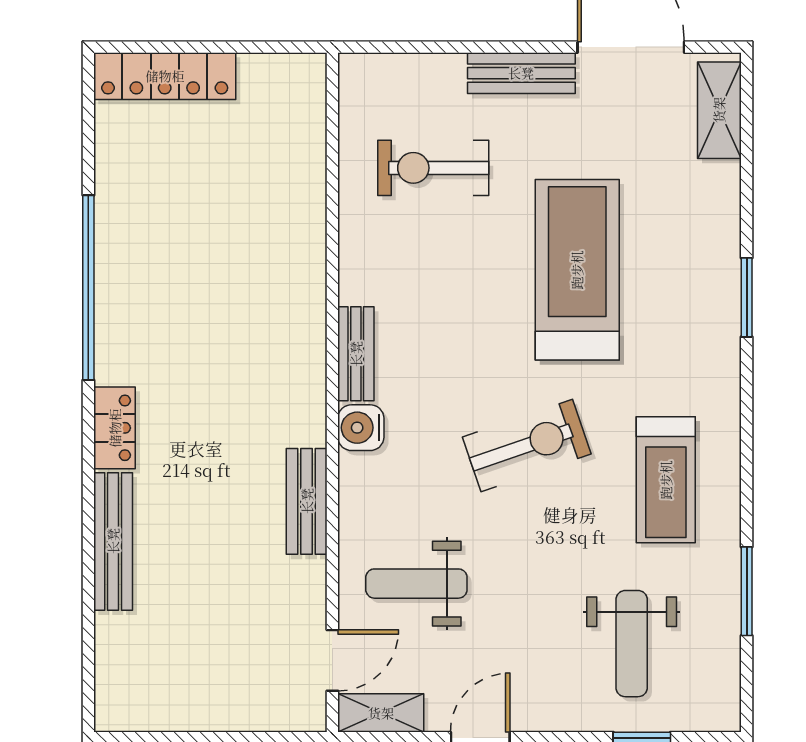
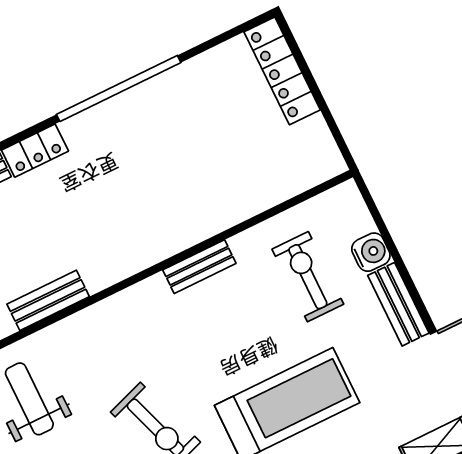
bench: (356, 354) -> (199, 267), moved
water cooler: (361, 428) -> (371, 252), moved, turned 90

